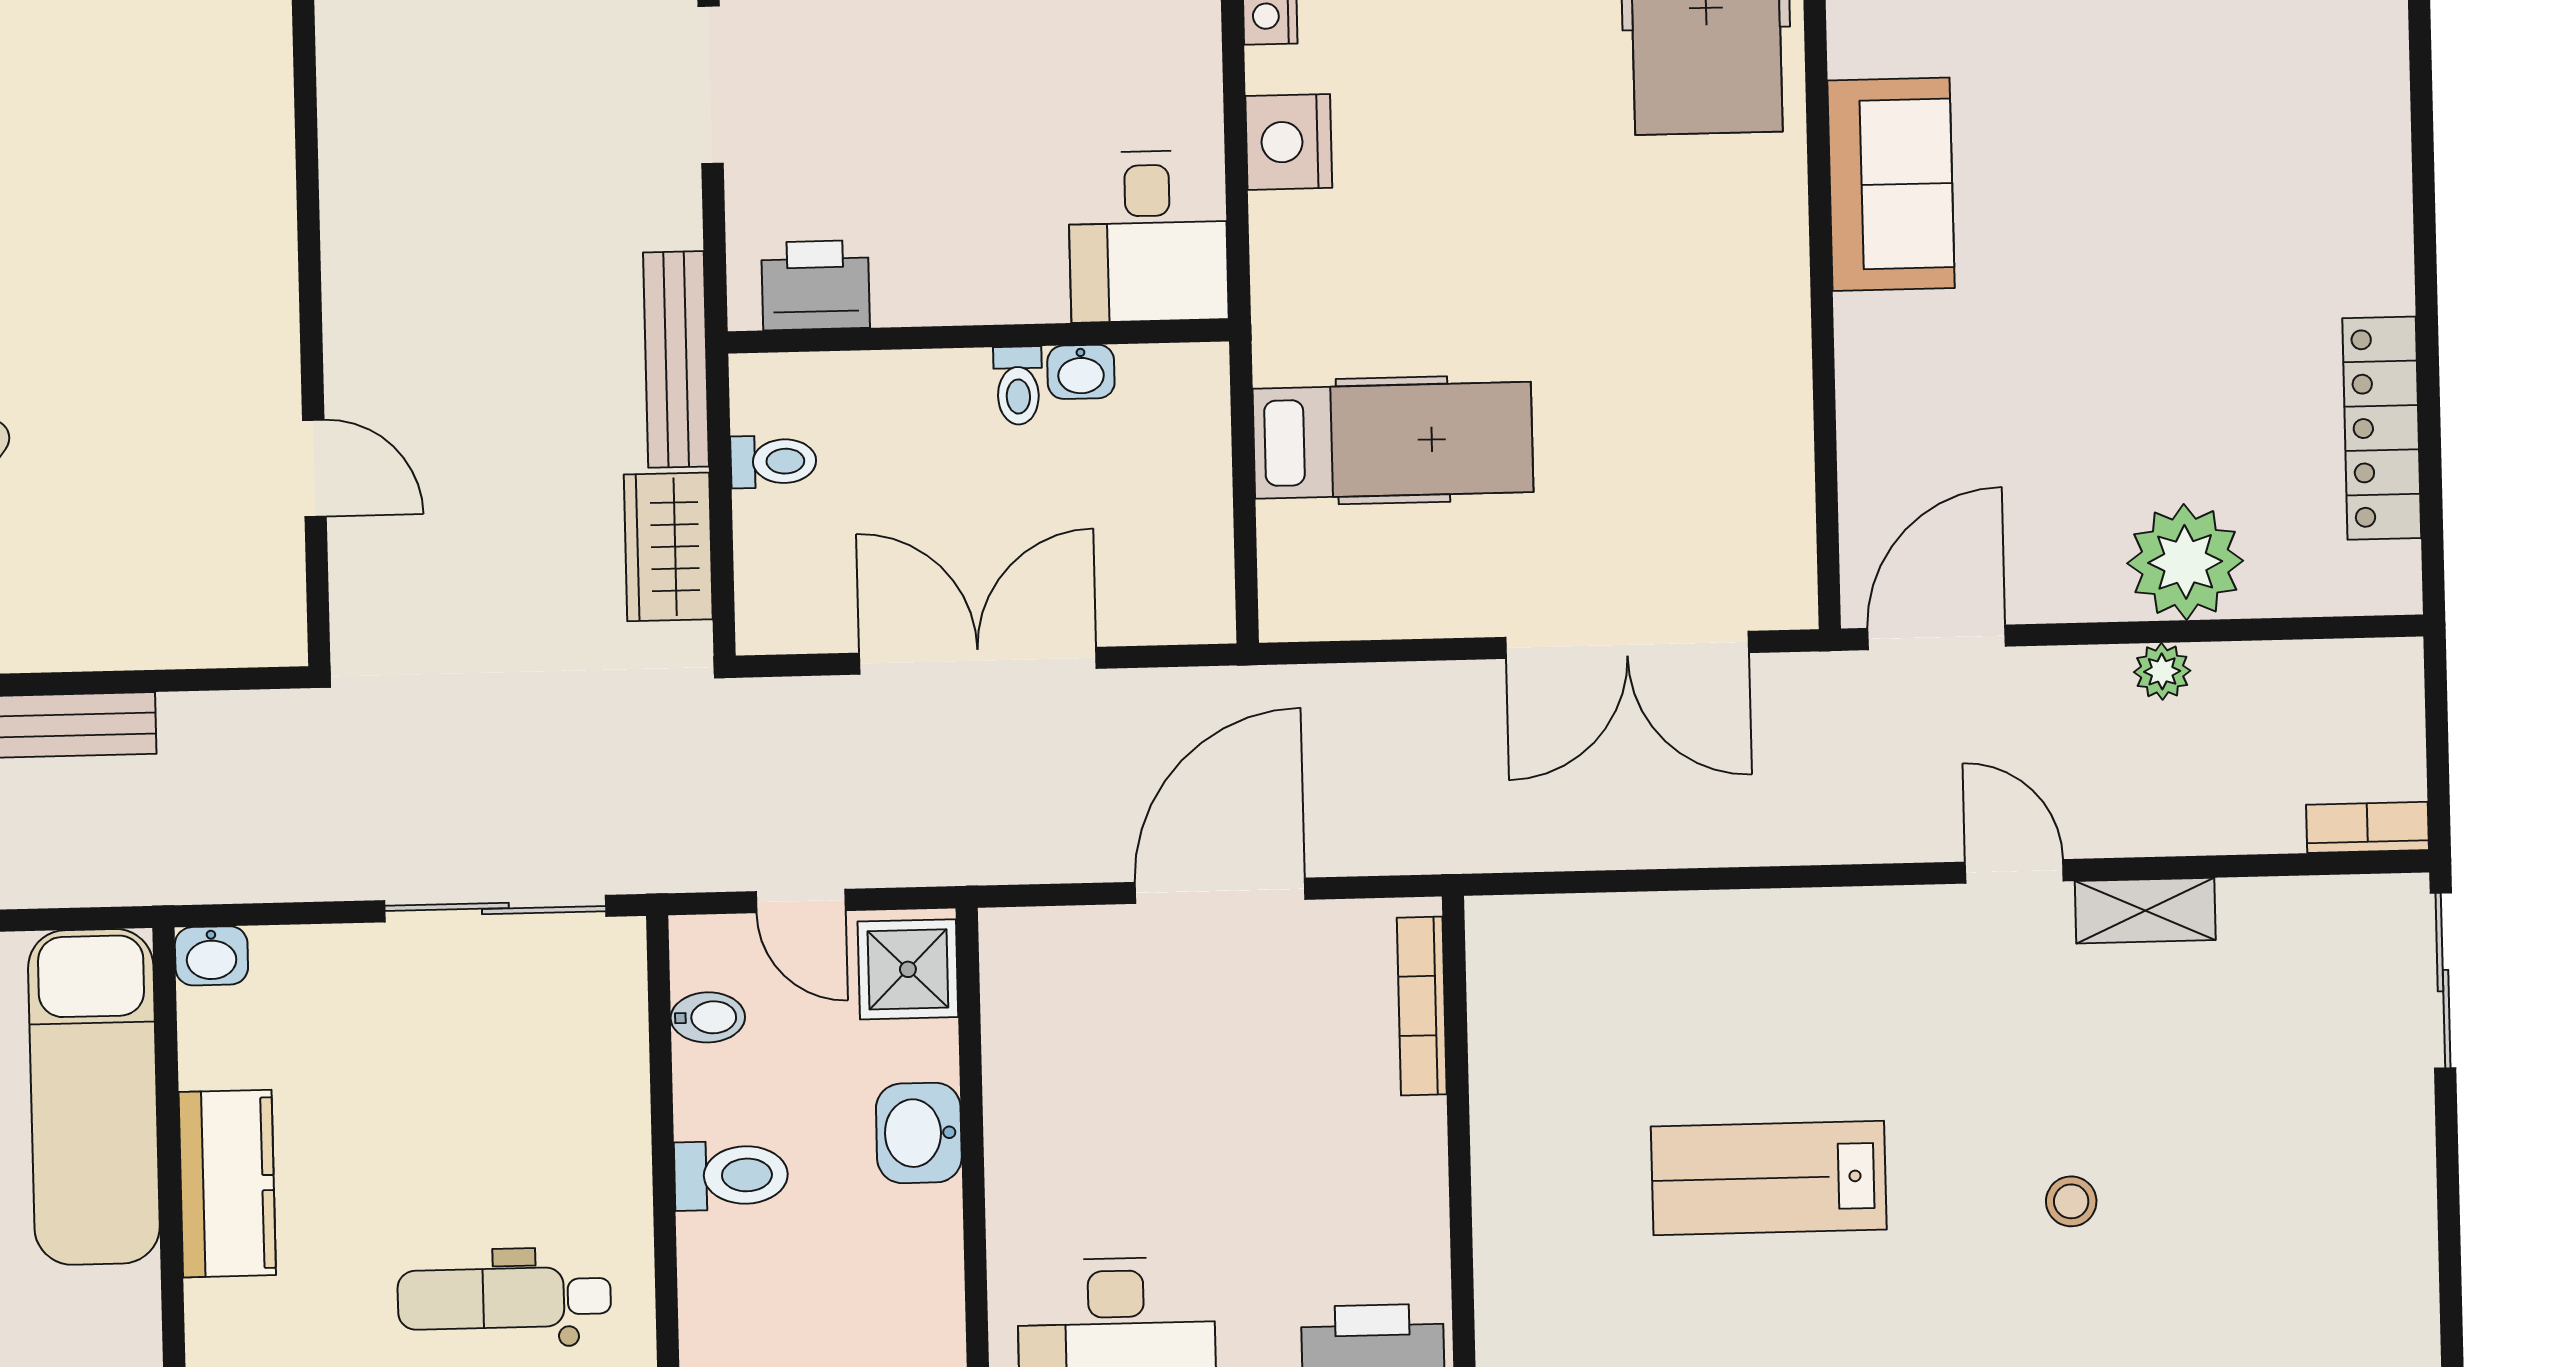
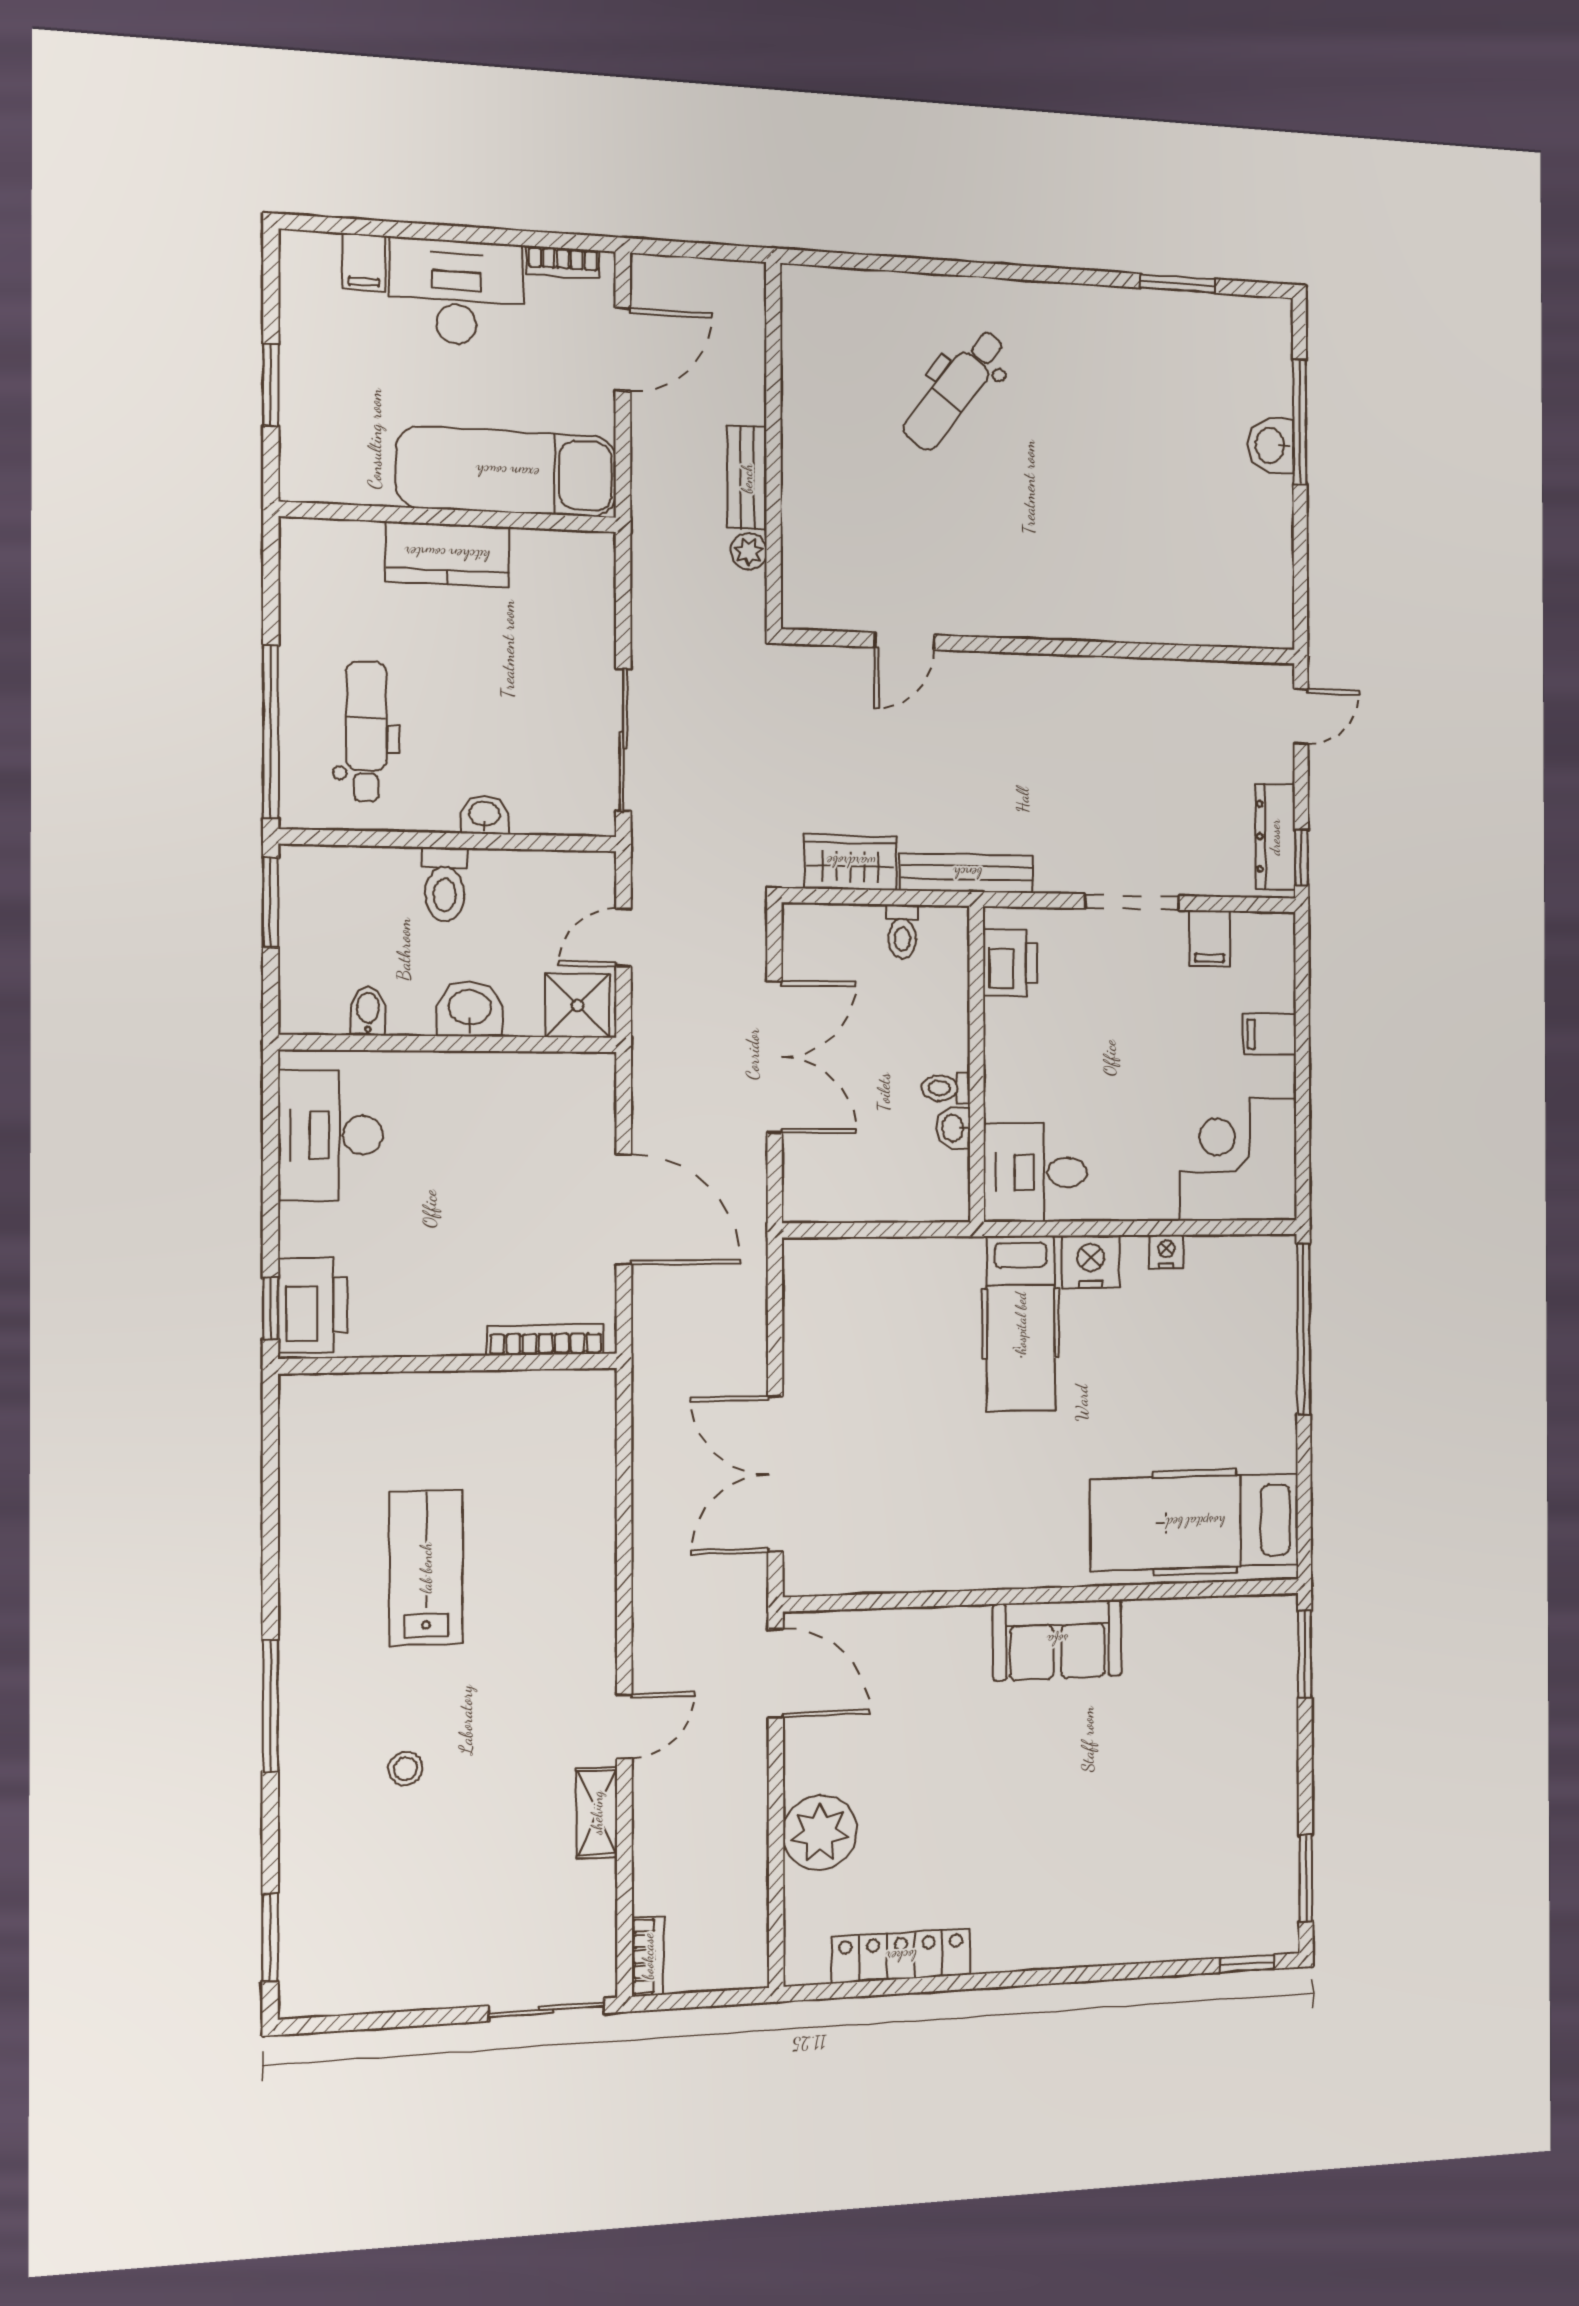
hospital bed: (1393, 440) -> (1021, 1323), moved
plant: (2162, 671) -> (749, 551), moved
washbasin: (211, 956) -> (485, 815), moved, turned 90
bidet: (708, 1017) -> (368, 1011), moved, turned 180

